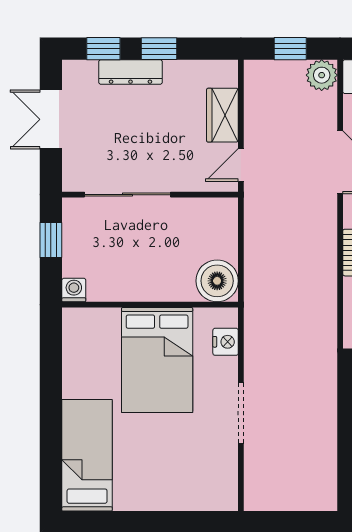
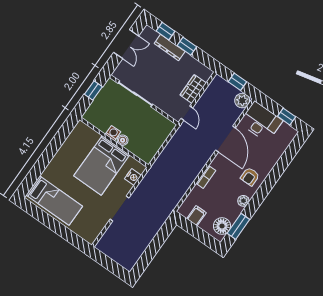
double door: (51, 119) -> (126, 44), swing flipped
door: (241, 165) -> (187, 113), swing flipped
boiler: (217, 281) -> (123, 140), moved, width x0.54, depth x0.54
washing machine: (74, 290) -> (113, 133), moved
bed: (87, 455) -> (54, 201), moved, turned 90

